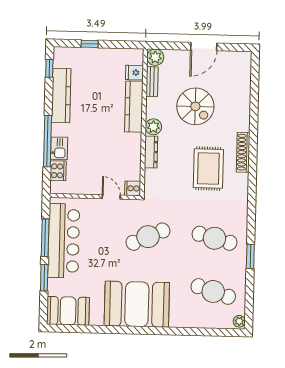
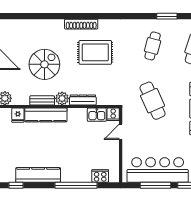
bench: (152, 82) -> (42, 100), moved
kitchen sink: (59, 148) -> (97, 115), moved, turned 180
cafe table: (214, 238) -> (153, 46), width x0.73, depth x0.74

